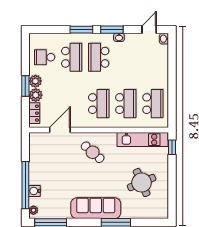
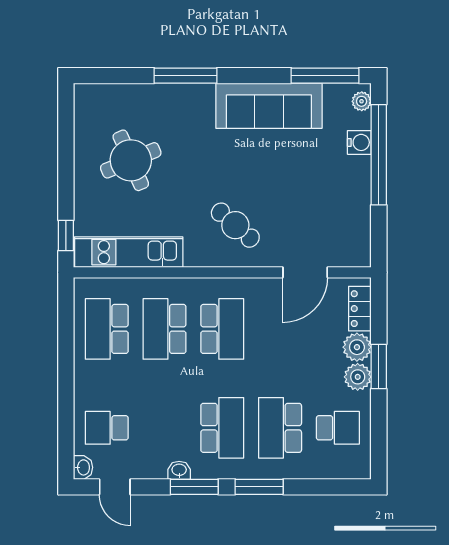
door: (149, 30) -> (115, 487), hinge flipped
school desk: (153, 57) -> (107, 428), added
school desk: (99, 104) -> (222, 329), turned 180
sofa: (96, 208) -> (269, 106), moved

